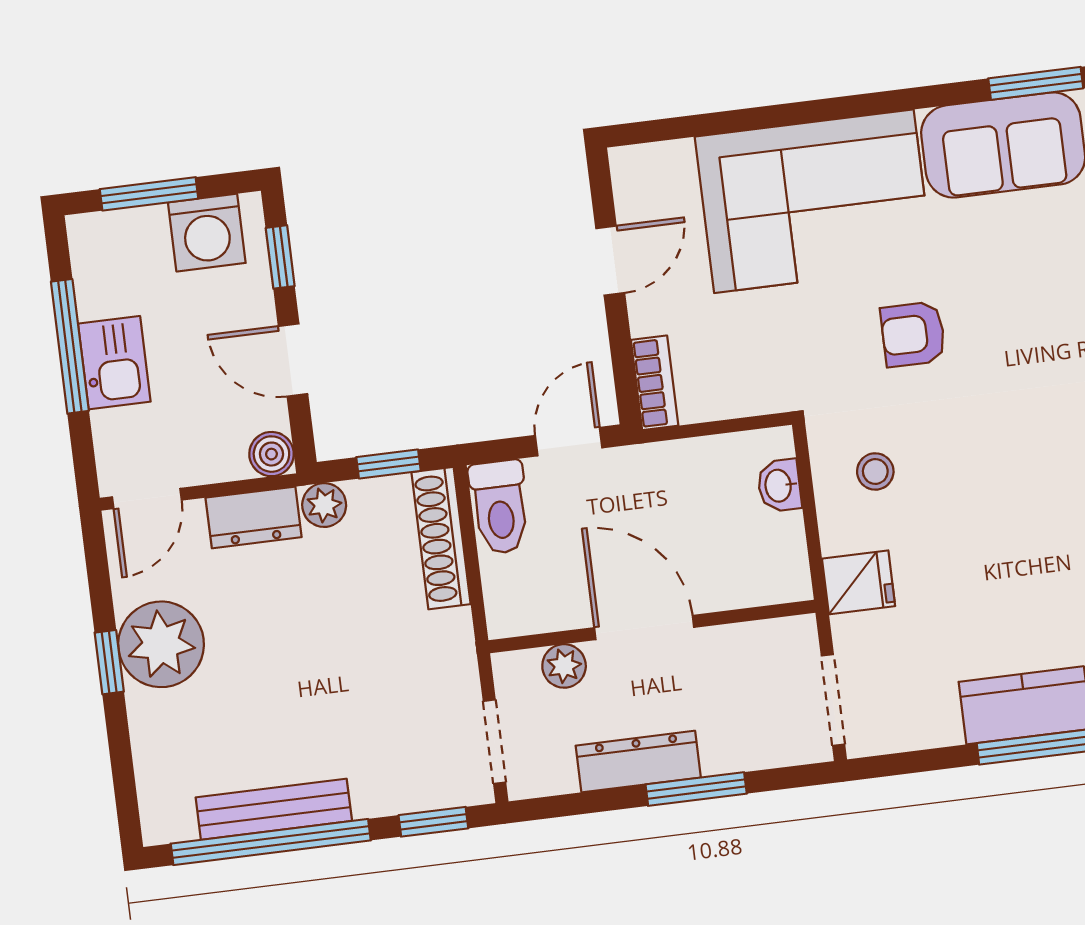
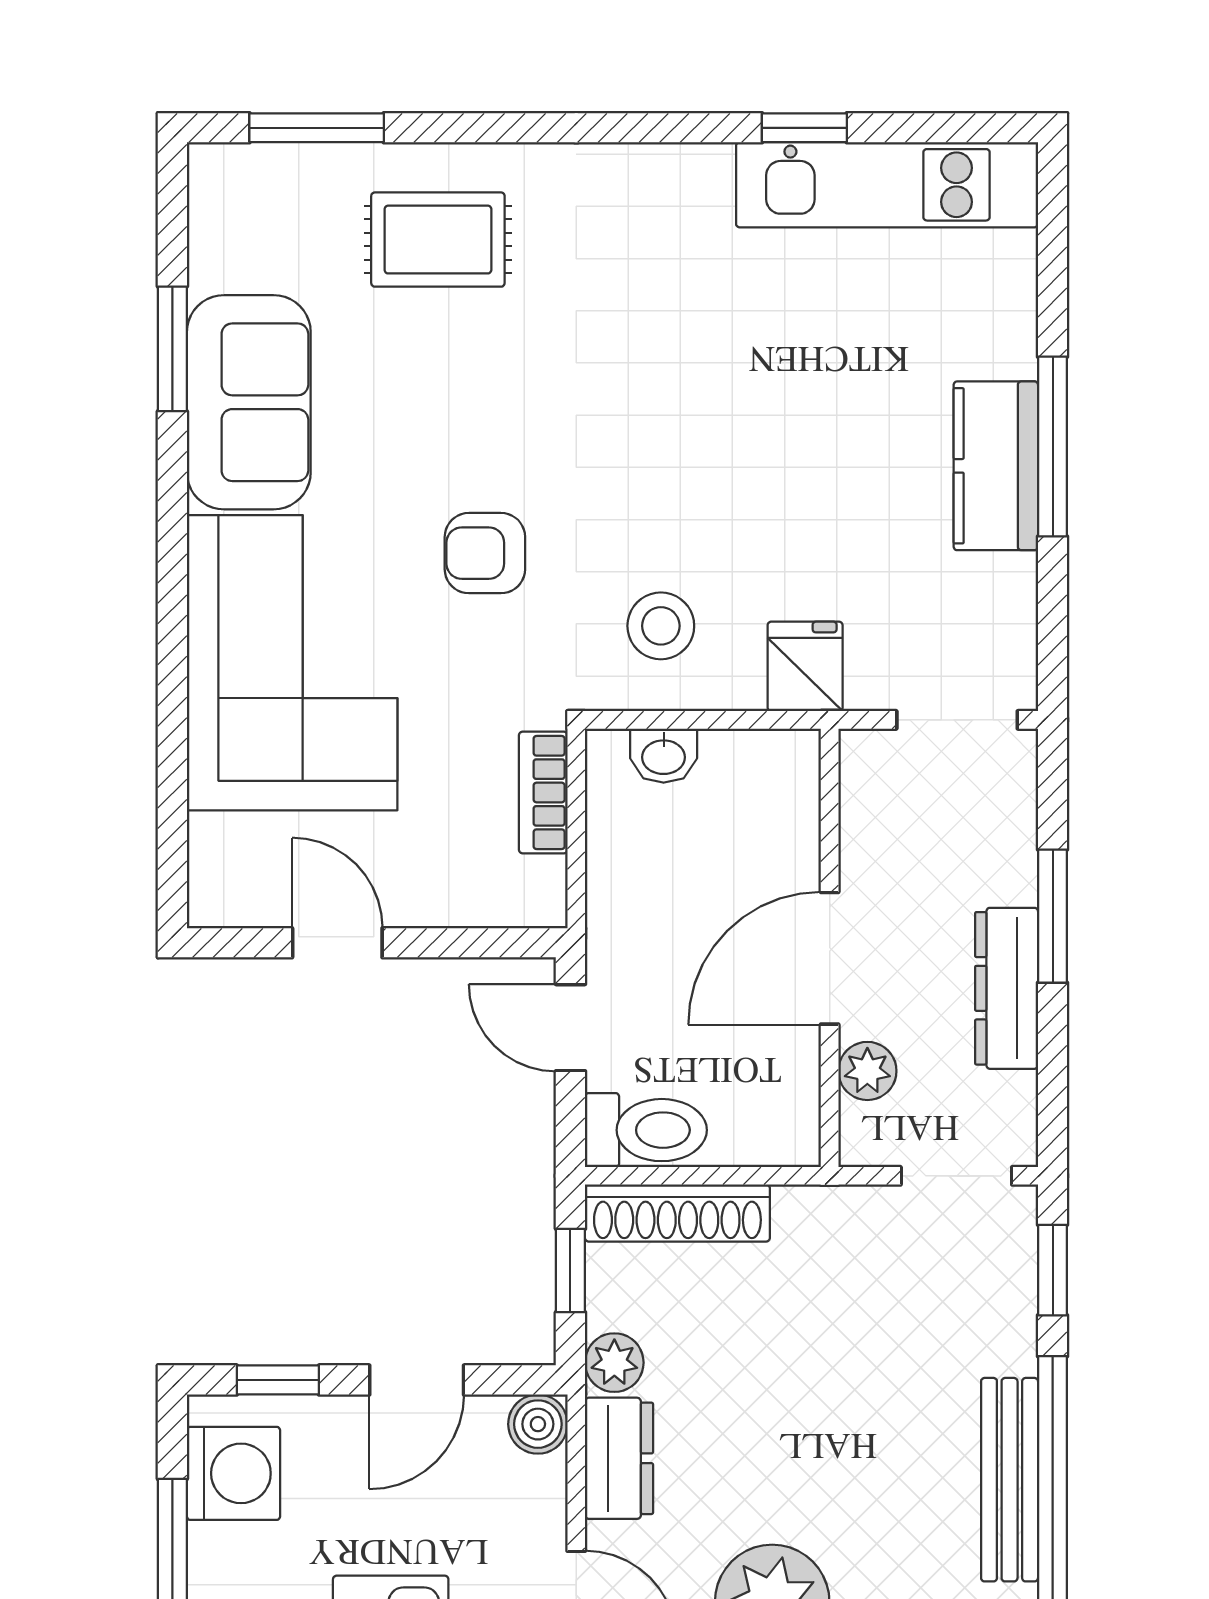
armchair: (913, 334) -> (485, 553), turned 90
bookcase: (655, 383) -> (543, 793), moved, turned -90
stool: (875, 471) -> (661, 626), width x1.37, depth x1.37

